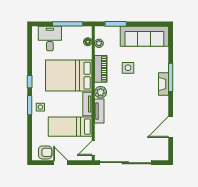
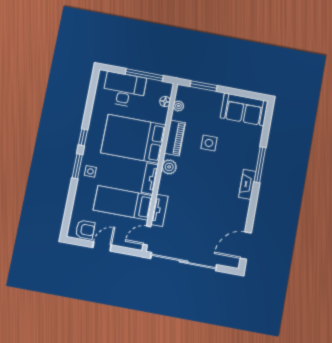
sofa: (144, 36) -> (244, 109), width x0.73
desk: (50, 38) -> (124, 90), width x1.37
fireplace: (164, 84) -> (247, 184), moved
tv unit: (99, 111) -> (159, 210), moved
door: (171, 127) -> (246, 246), moved
door: (61, 163) -> (102, 246), hinge flipped

